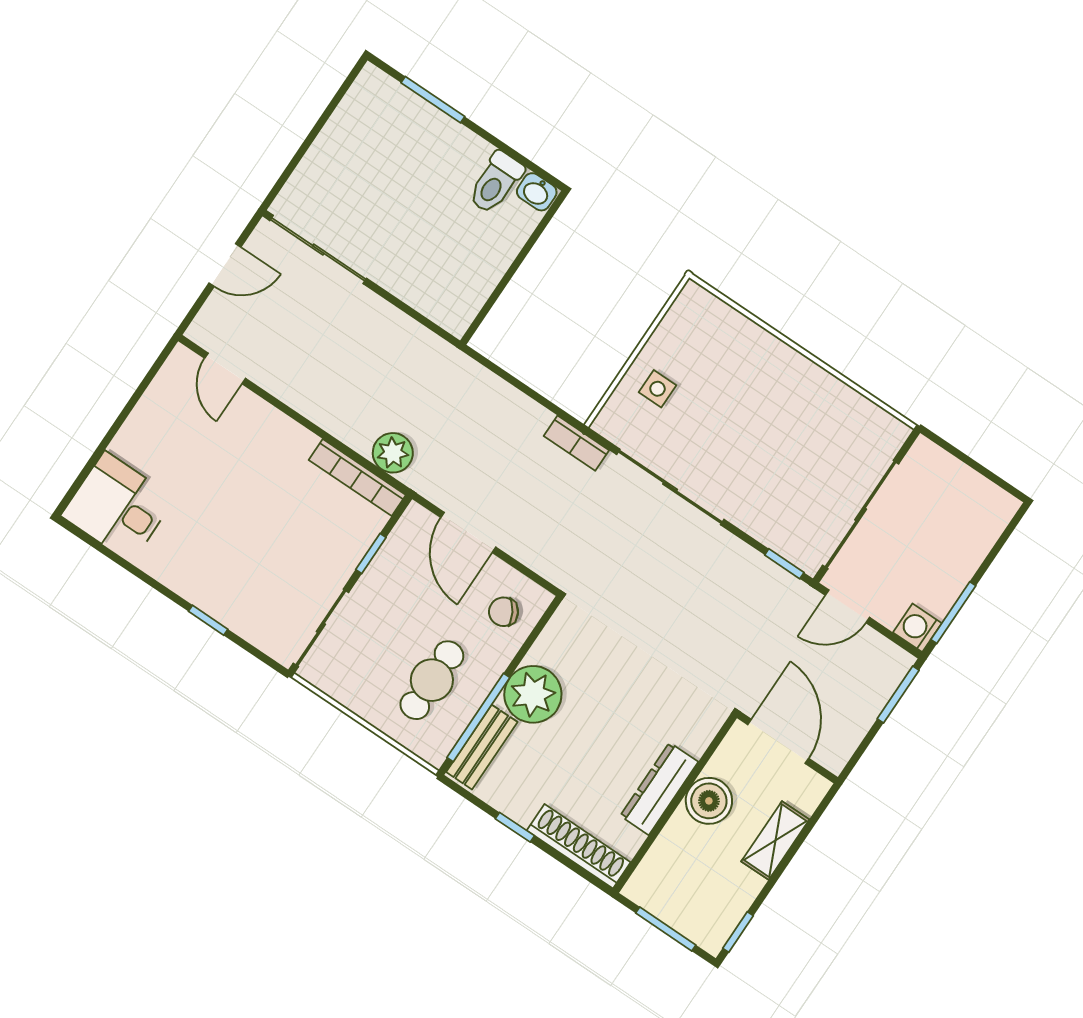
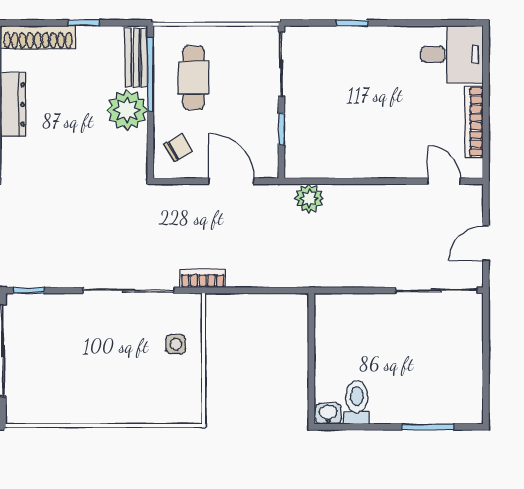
bookcase: (357, 477) -> (474, 122), moved, turned -90

